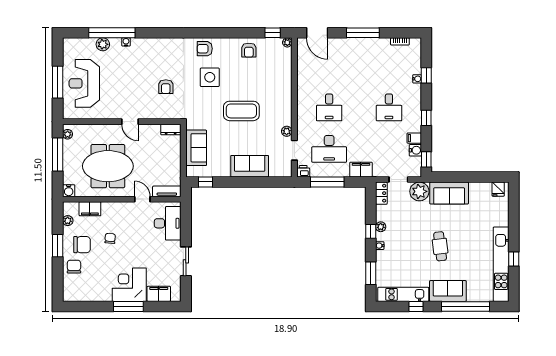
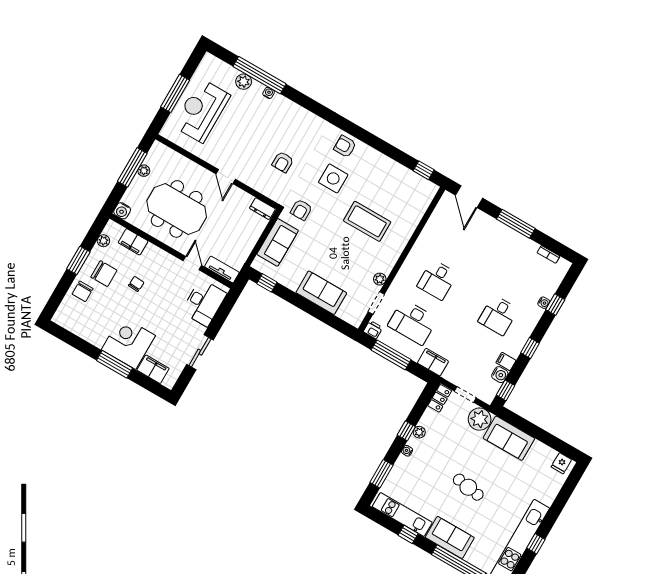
plant: (287, 42) -> (433, 189), removed
armchair: (249, 50) -> (301, 210), moved
coffee table: (241, 111) -> (367, 221), moved
plant: (68, 134) -> (144, 171), moved
cafe table: (440, 246) -> (468, 487), turned -74
chair: (74, 267) -> (83, 291), turned 180

